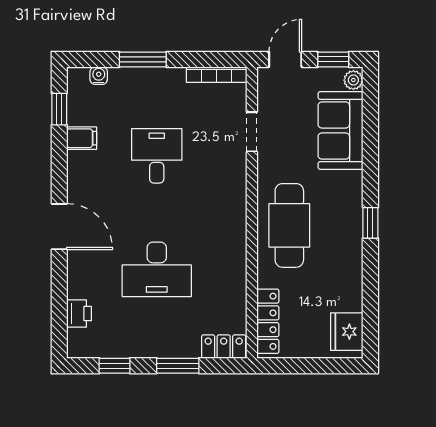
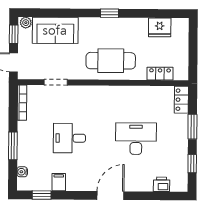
desk: (157, 269) -> (136, 139), turned -90
locker: (268, 321) -> (160, 74), width x0.66
fridge: (347, 332) -> (160, 27), moved

